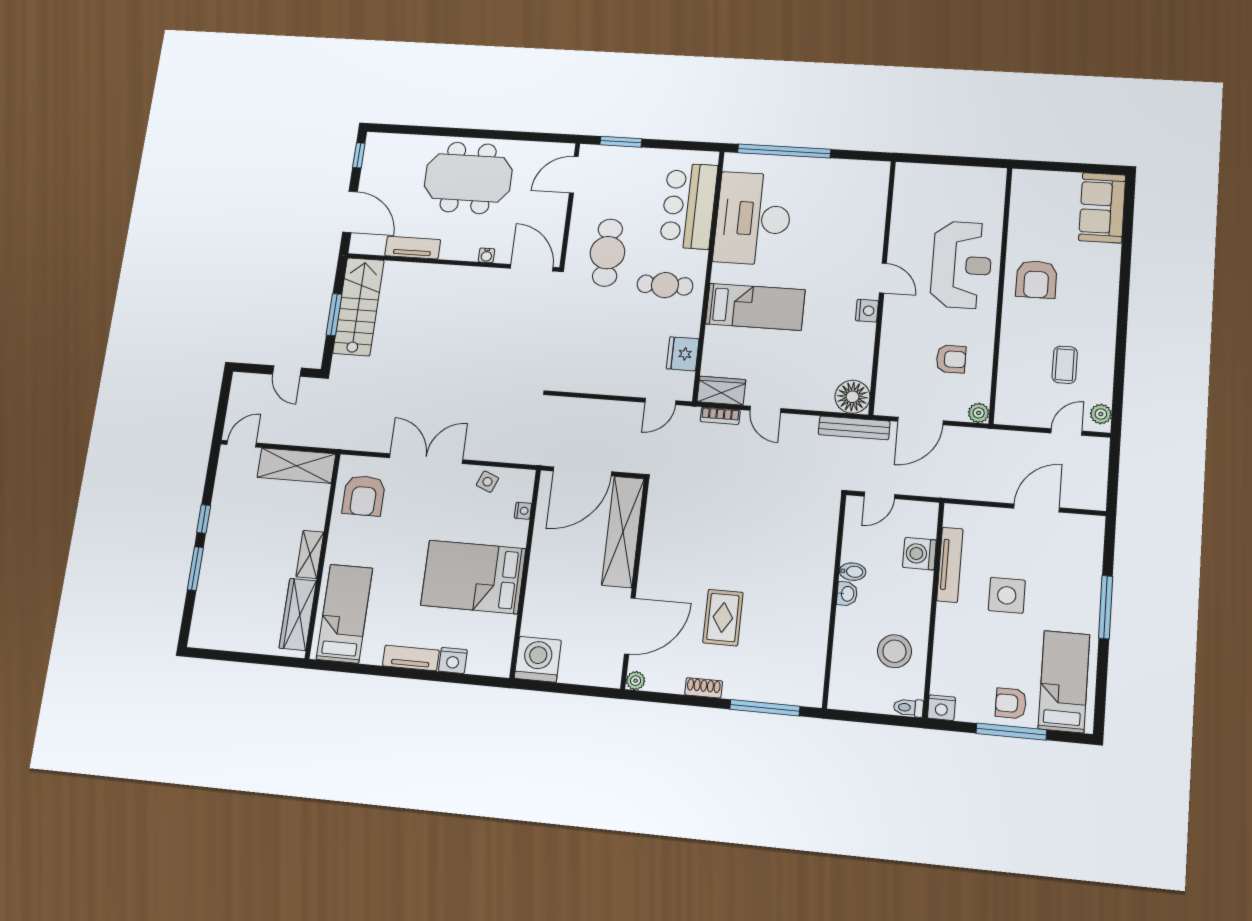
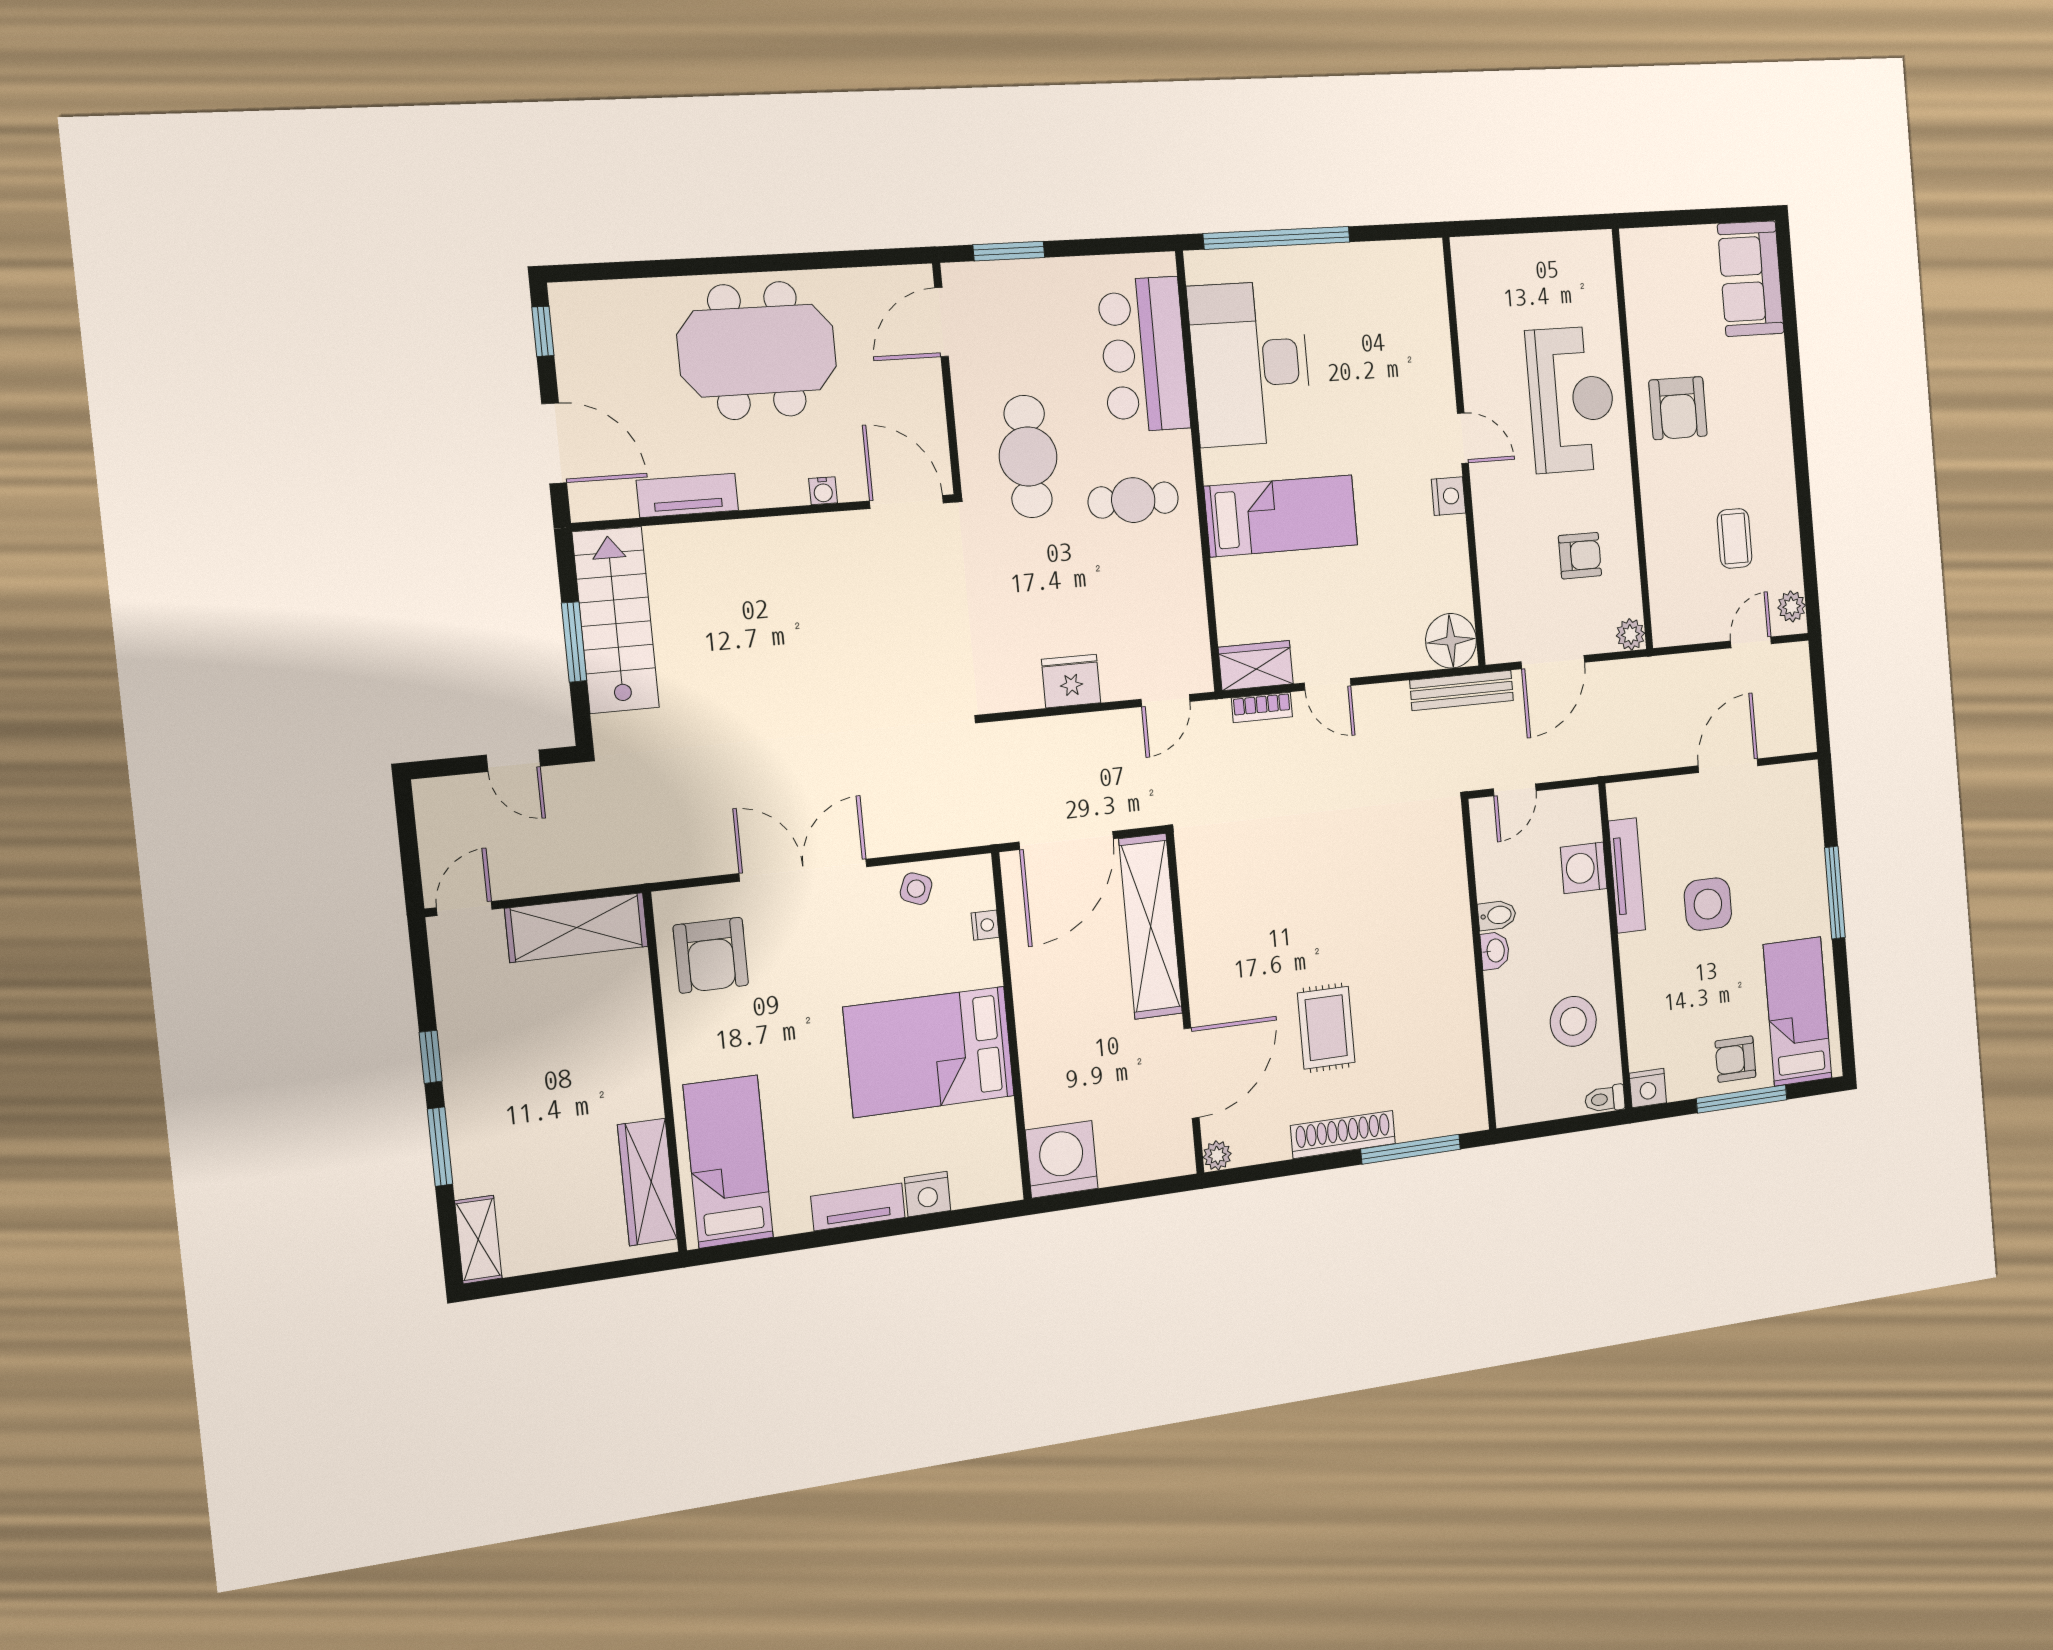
fridge: (683, 354) -> (1071, 681), moved, turned 90
shelving: (310, 554) -> (478, 1240), moved
shoe rack: (704, 688) -> (1343, 1135), width x1.94, depth x1.24

